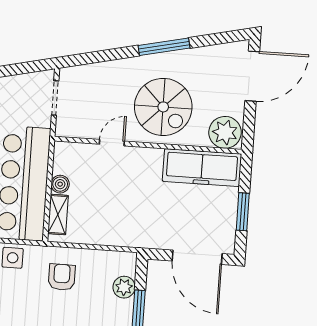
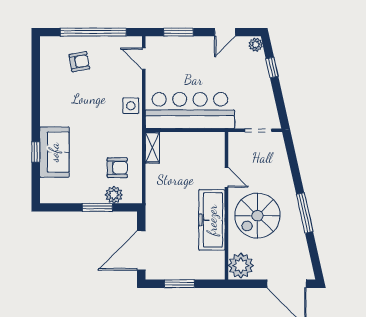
freezer: (202, 168) -> (212, 220), moved
boiler: (60, 184) -> (191, 139), removed
shelving: (58, 215) -> (152, 148), moved, turned 90
armchair: (62, 277) -> (117, 168), moved

